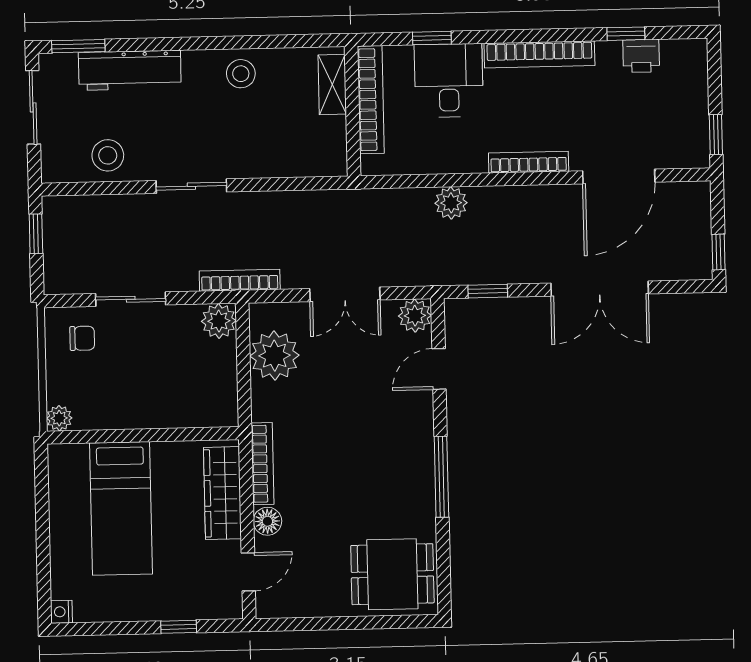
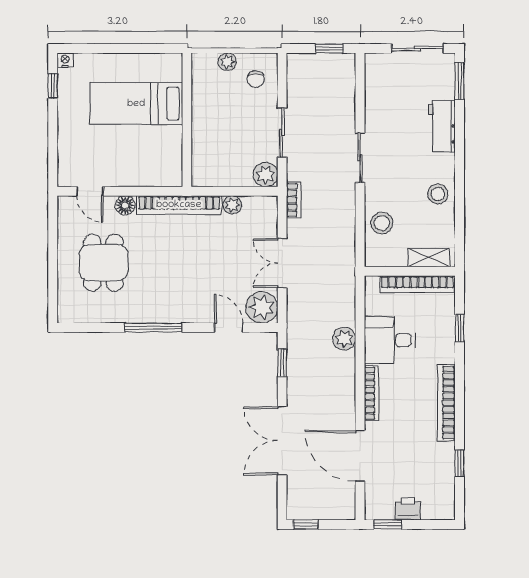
printer: (641, 56) -> (408, 509), moved, turned 90
workbench: (130, 70) -> (442, 126), width x0.73
desk: (449, 80) -> (390, 340), moved, turned 180
stool: (108, 155) -> (382, 223), moved
bookcase: (240, 280) -> (294, 200), width x0.64
sliding door: (131, 299) -> (282, 133), moved
plant: (415, 316) -> (262, 307), width x1.36, depth x1.36
plant: (274, 356) -> (232, 205), width x0.53, depth x0.53
plant: (59, 418) -> (227, 62), moved
bookcase: (263, 464) -> (179, 205), width x1.48, depth x1.31
wardrobe: (222, 493) -> (145, 174), removed
dining table: (392, 574) -> (103, 263), moved
window: (179, 627) -> (53, 86), moved

